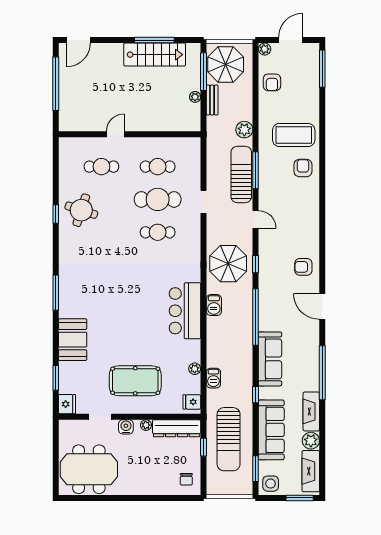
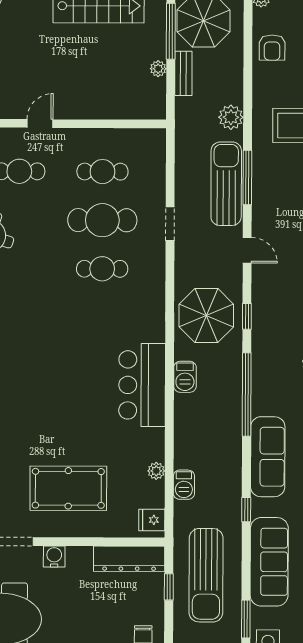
plant: (146, 425) -> (84, 554), removed

